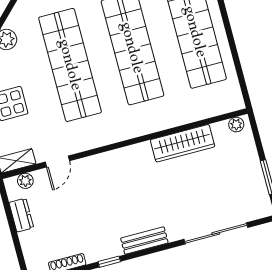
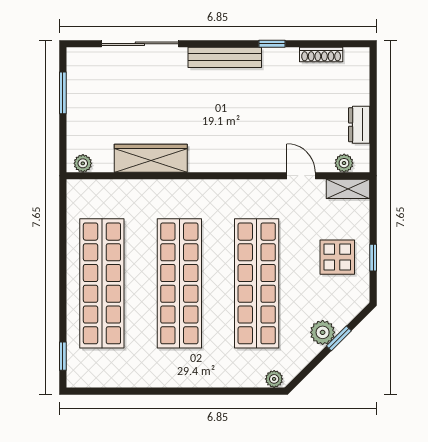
door: (57, 161) -> (301, 176), hinge flipped
bench: (144, 241) -> (225, 57), width x1.36

